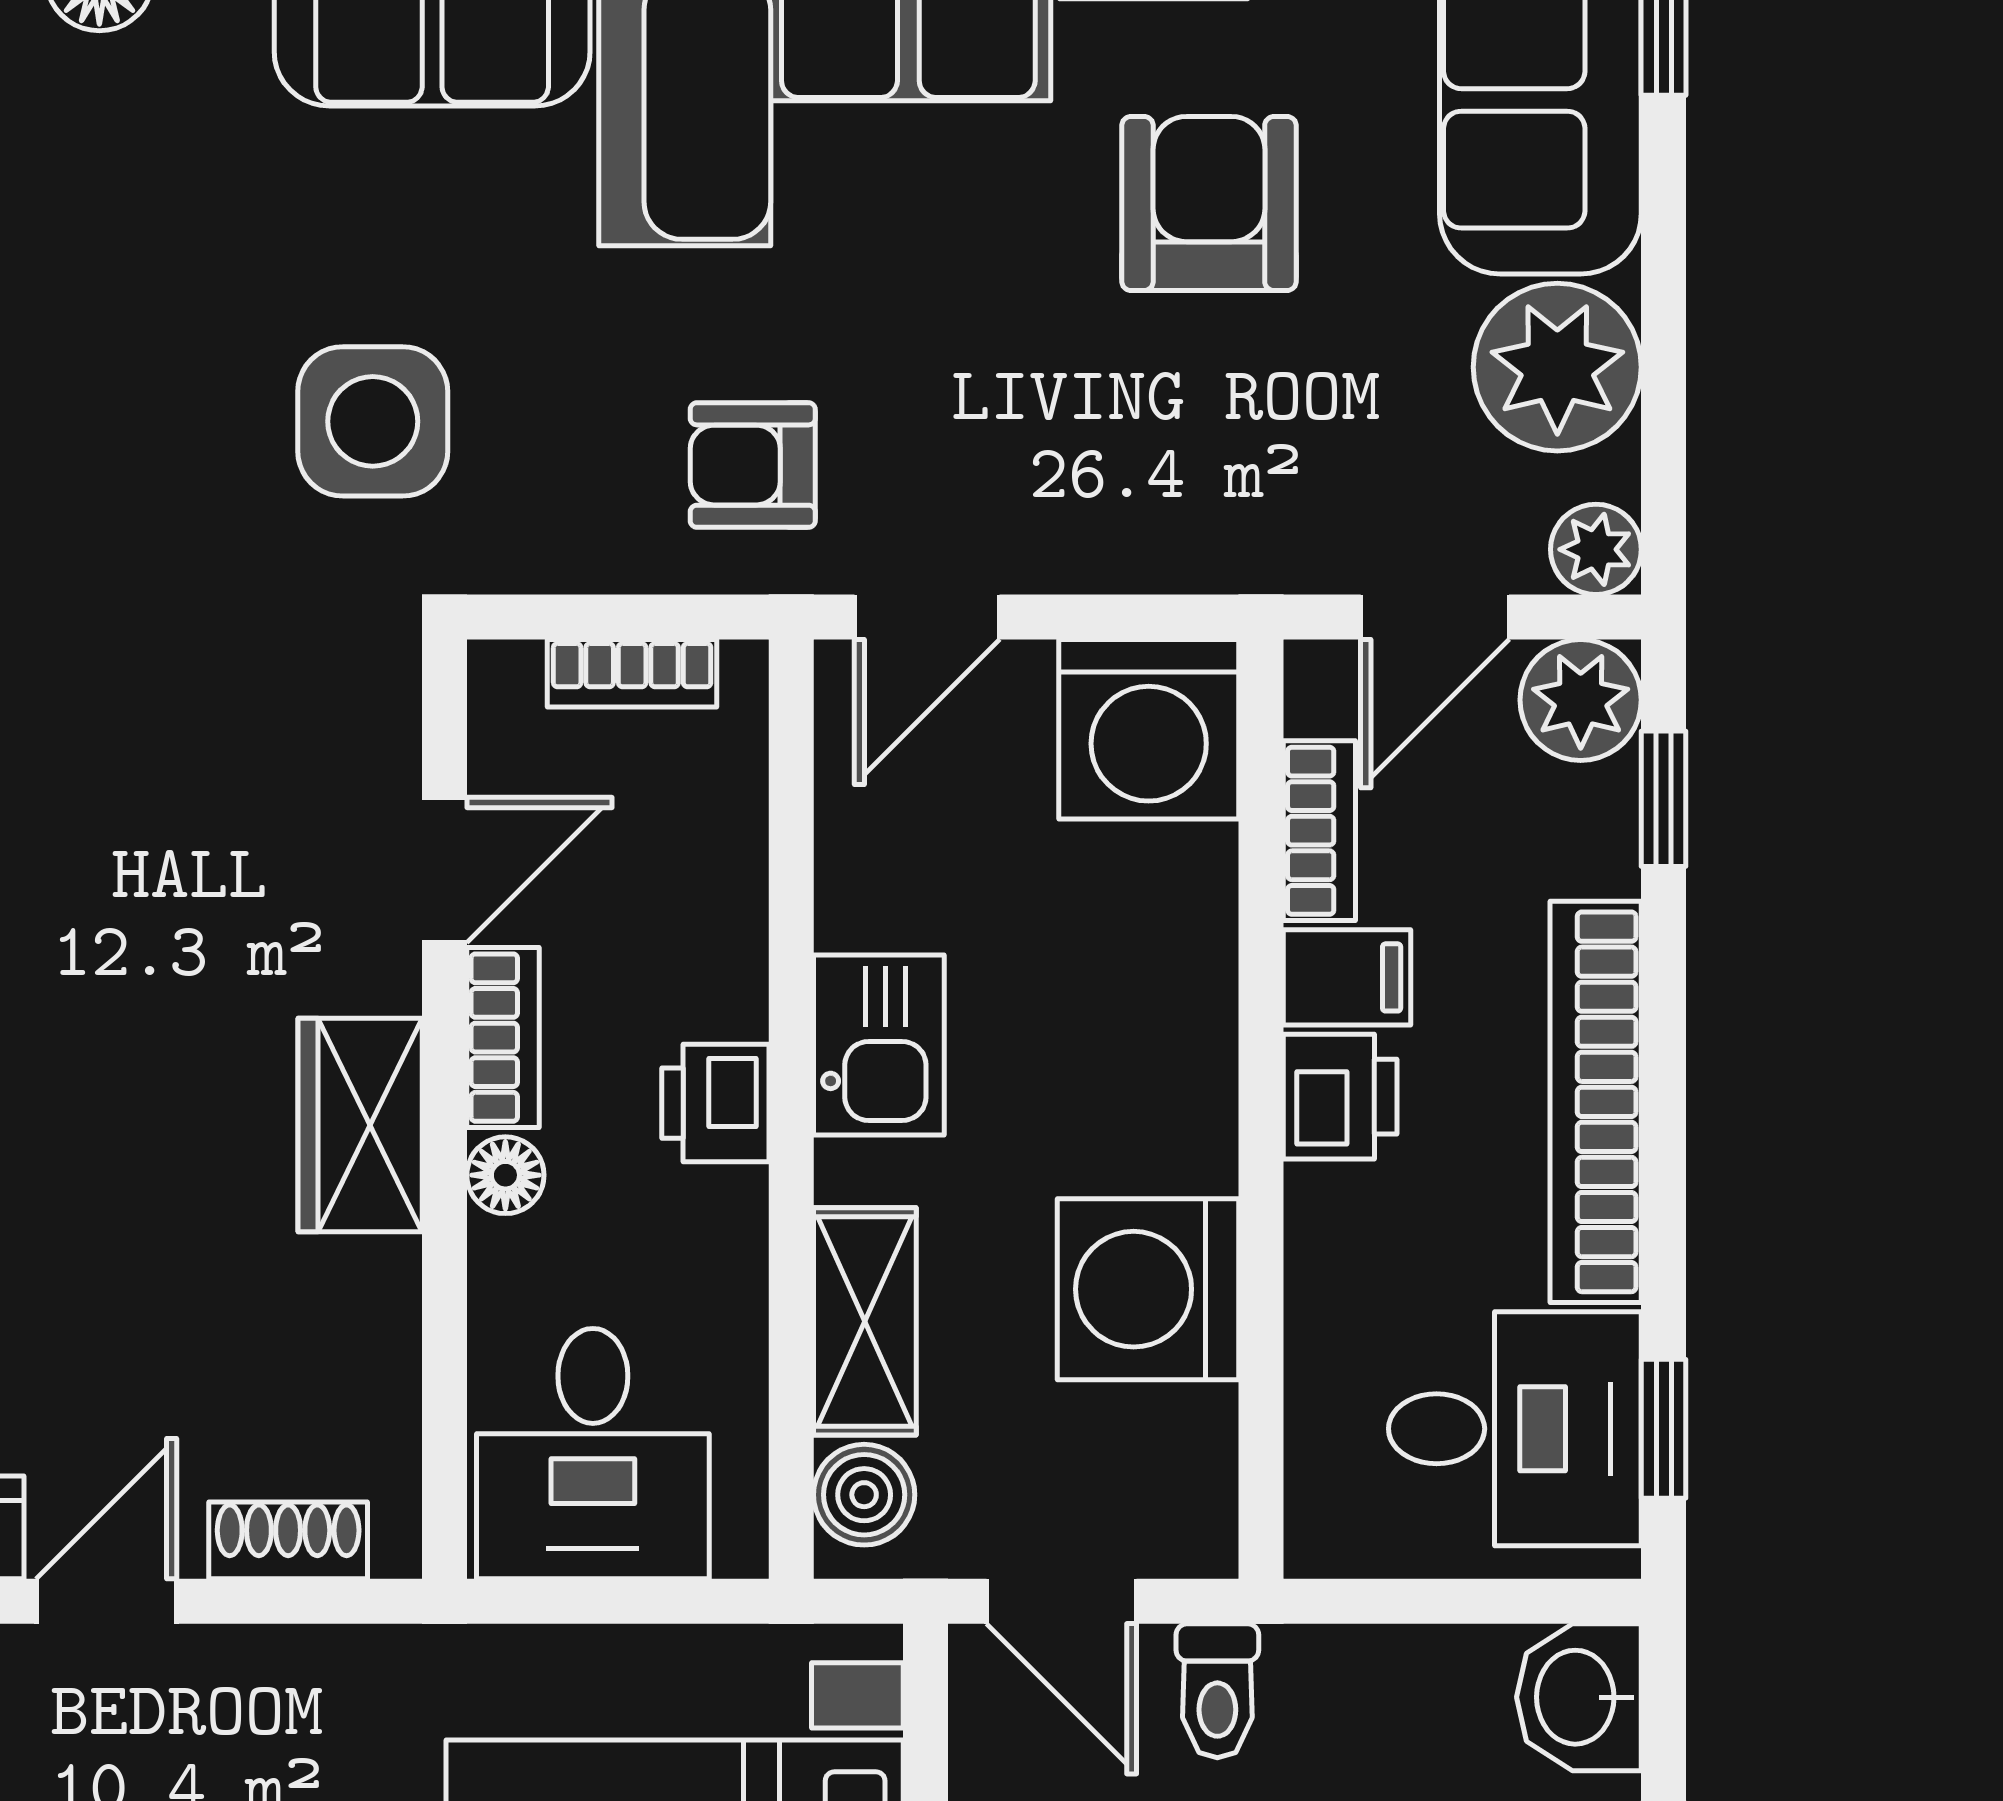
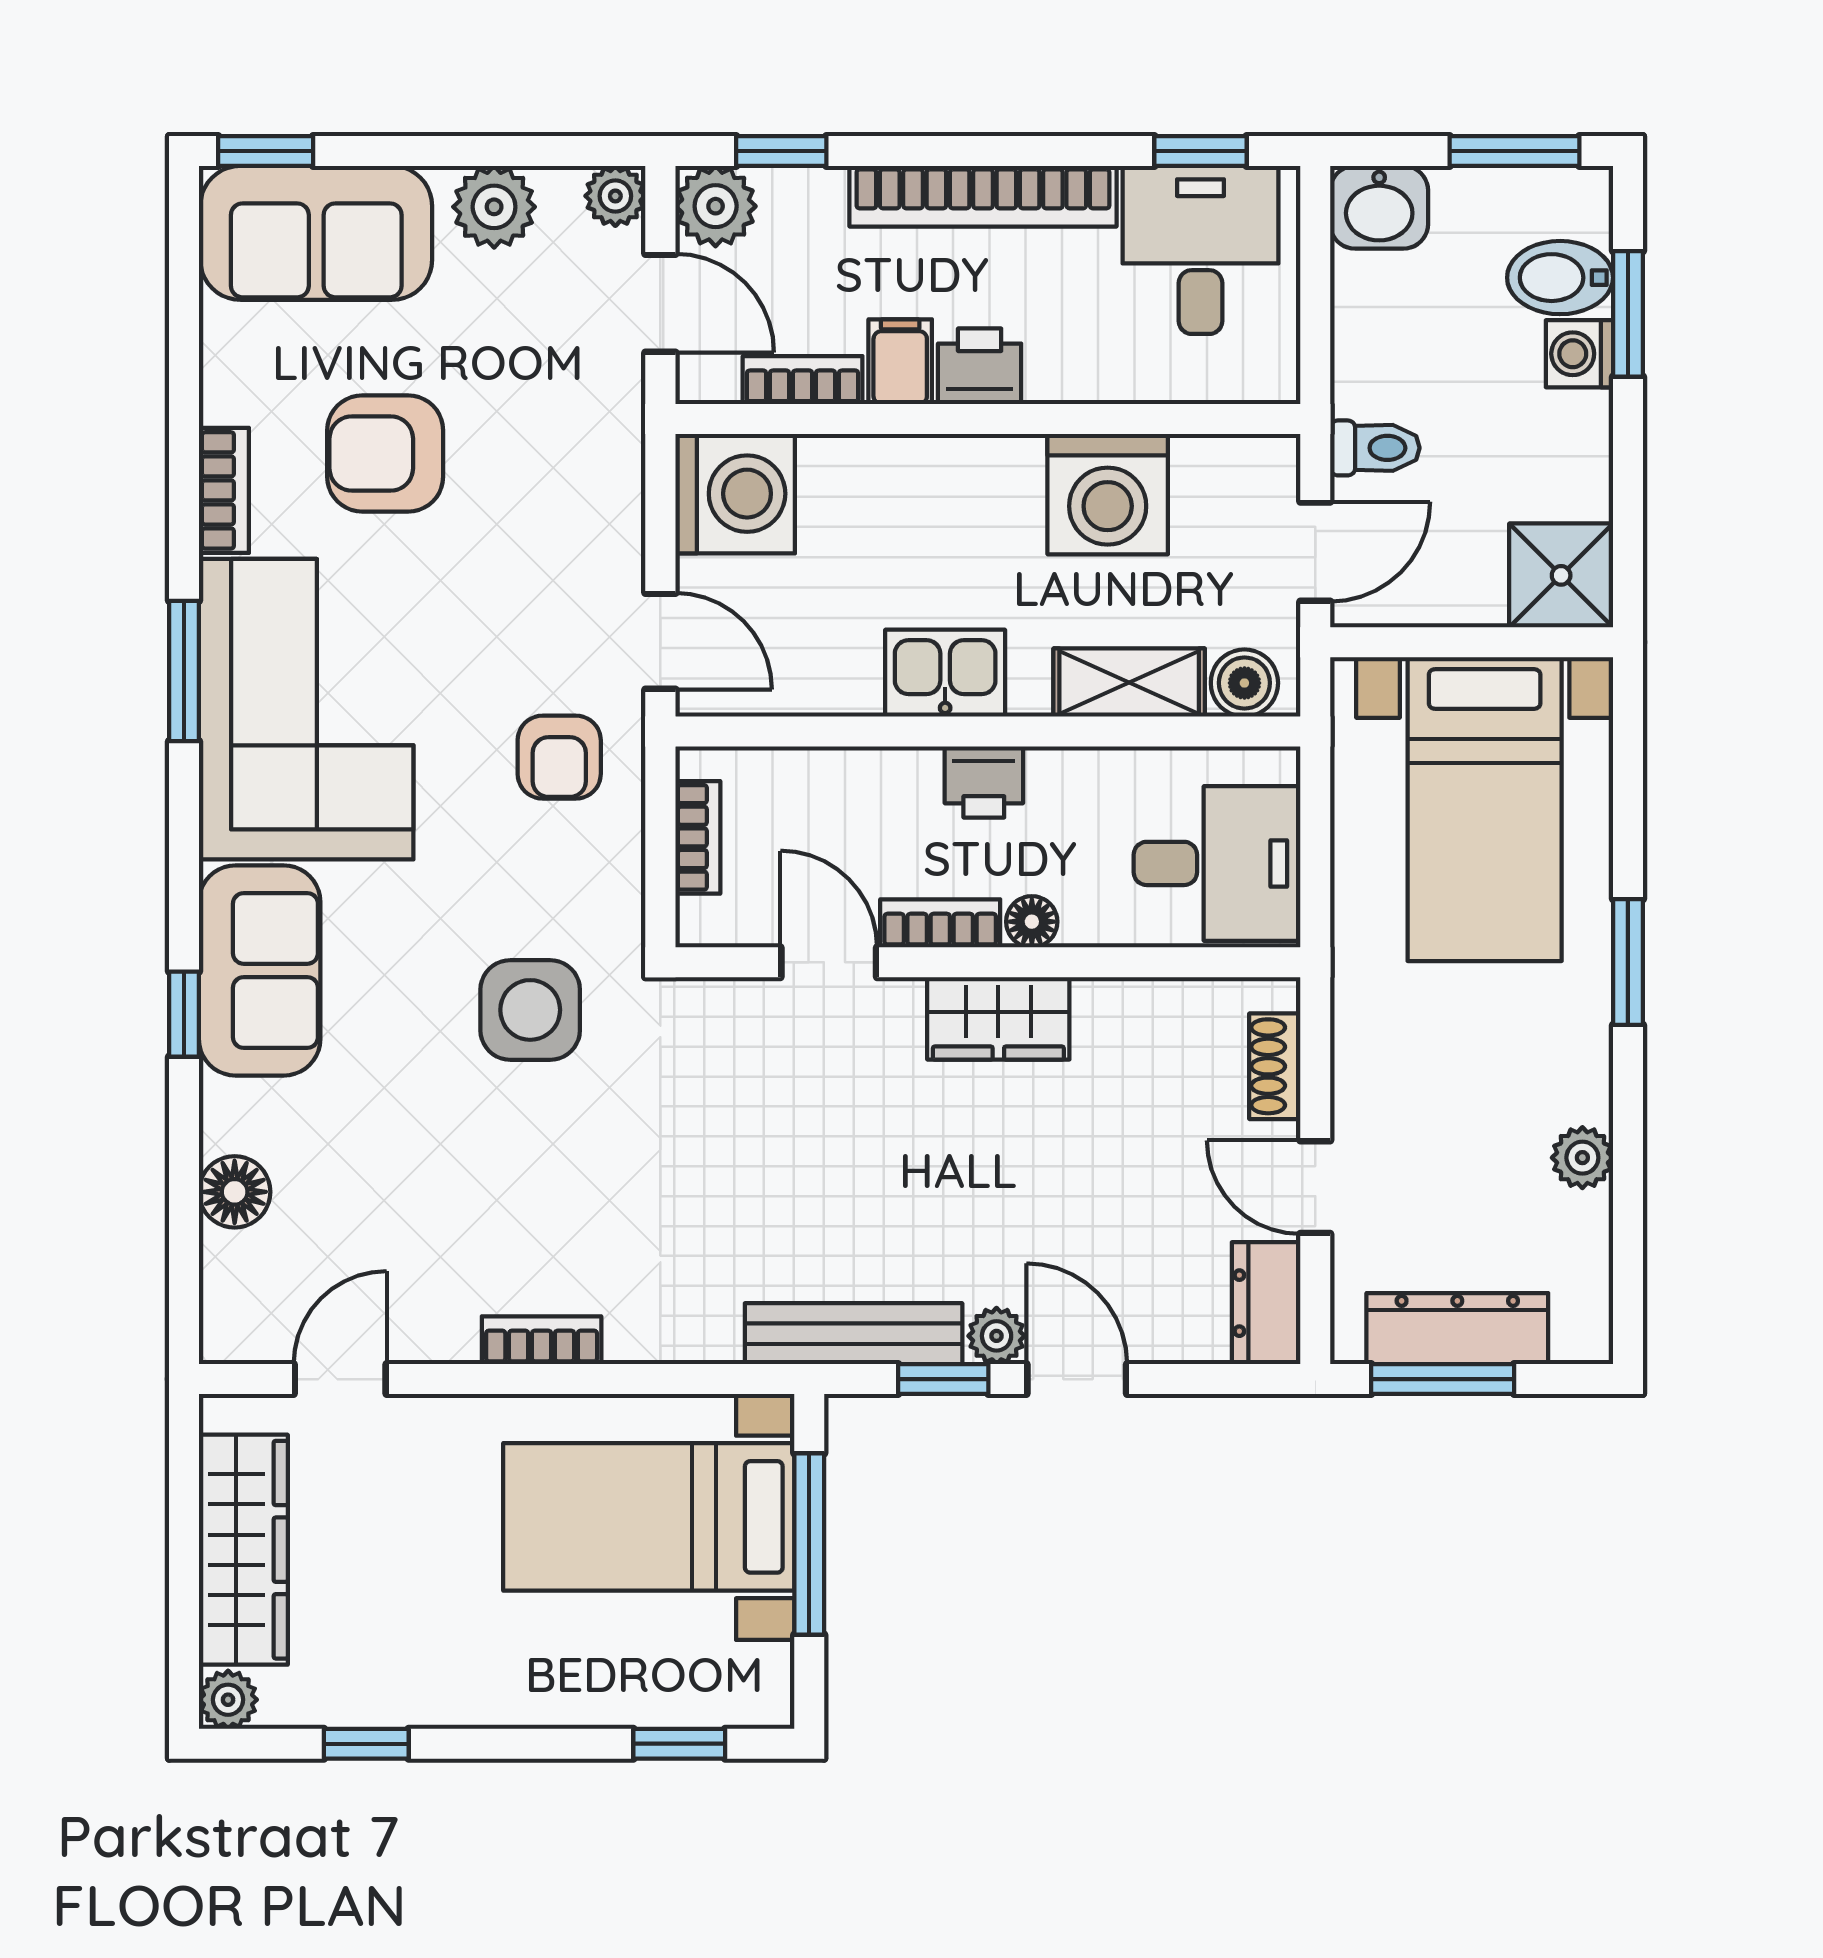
plant: (1557, 367) -> (494, 207), width x0.73, depth x0.73

